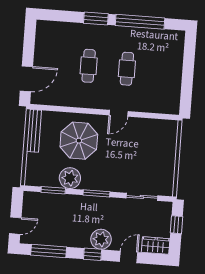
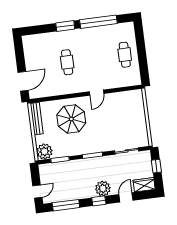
cafe table: (127, 69) -> (125, 55), moved
plant: (70, 178) -> (44, 151), moved

